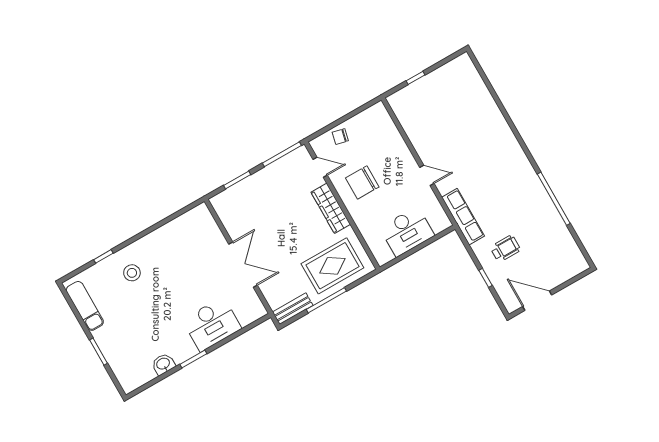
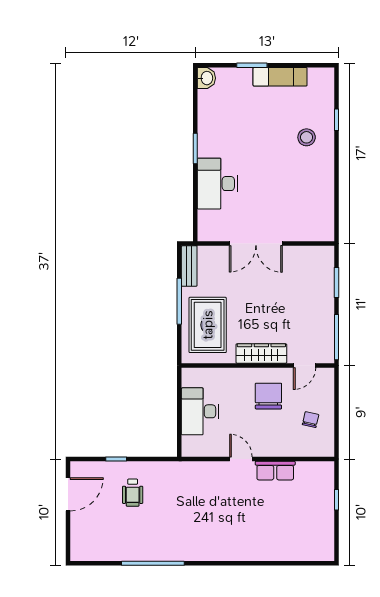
chair: (340, 137) -> (311, 420), moved
door: (427, 175) -> (241, 459), swing flipped
row of seats: (463, 217) -> (275, 471), moved, width x0.68
exam couch: (85, 306) -> (280, 77), moved
washbasin: (163, 364) -> (206, 78), moved

